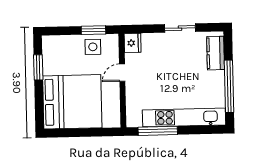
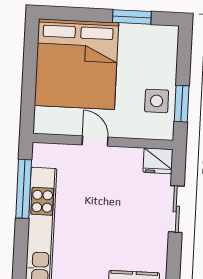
sliding door: (180, 28) -> (176, 209), moved
door: (122, 73) -> (95, 141), moved

